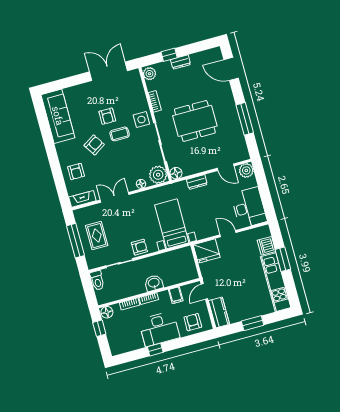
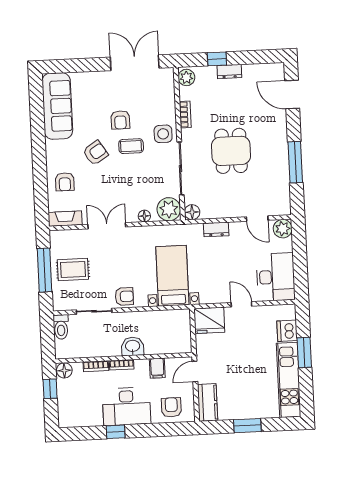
dining table: (195, 121) -> (231, 151), width x0.73
rug: (97, 236) -> (73, 269), turned 90

